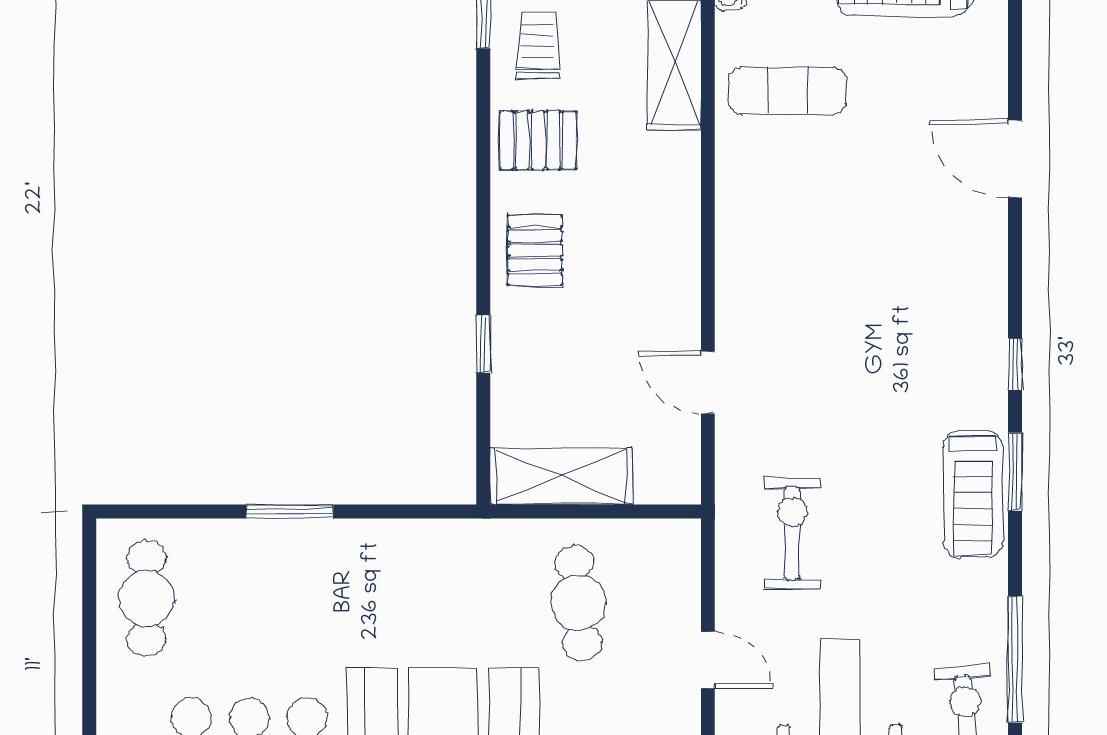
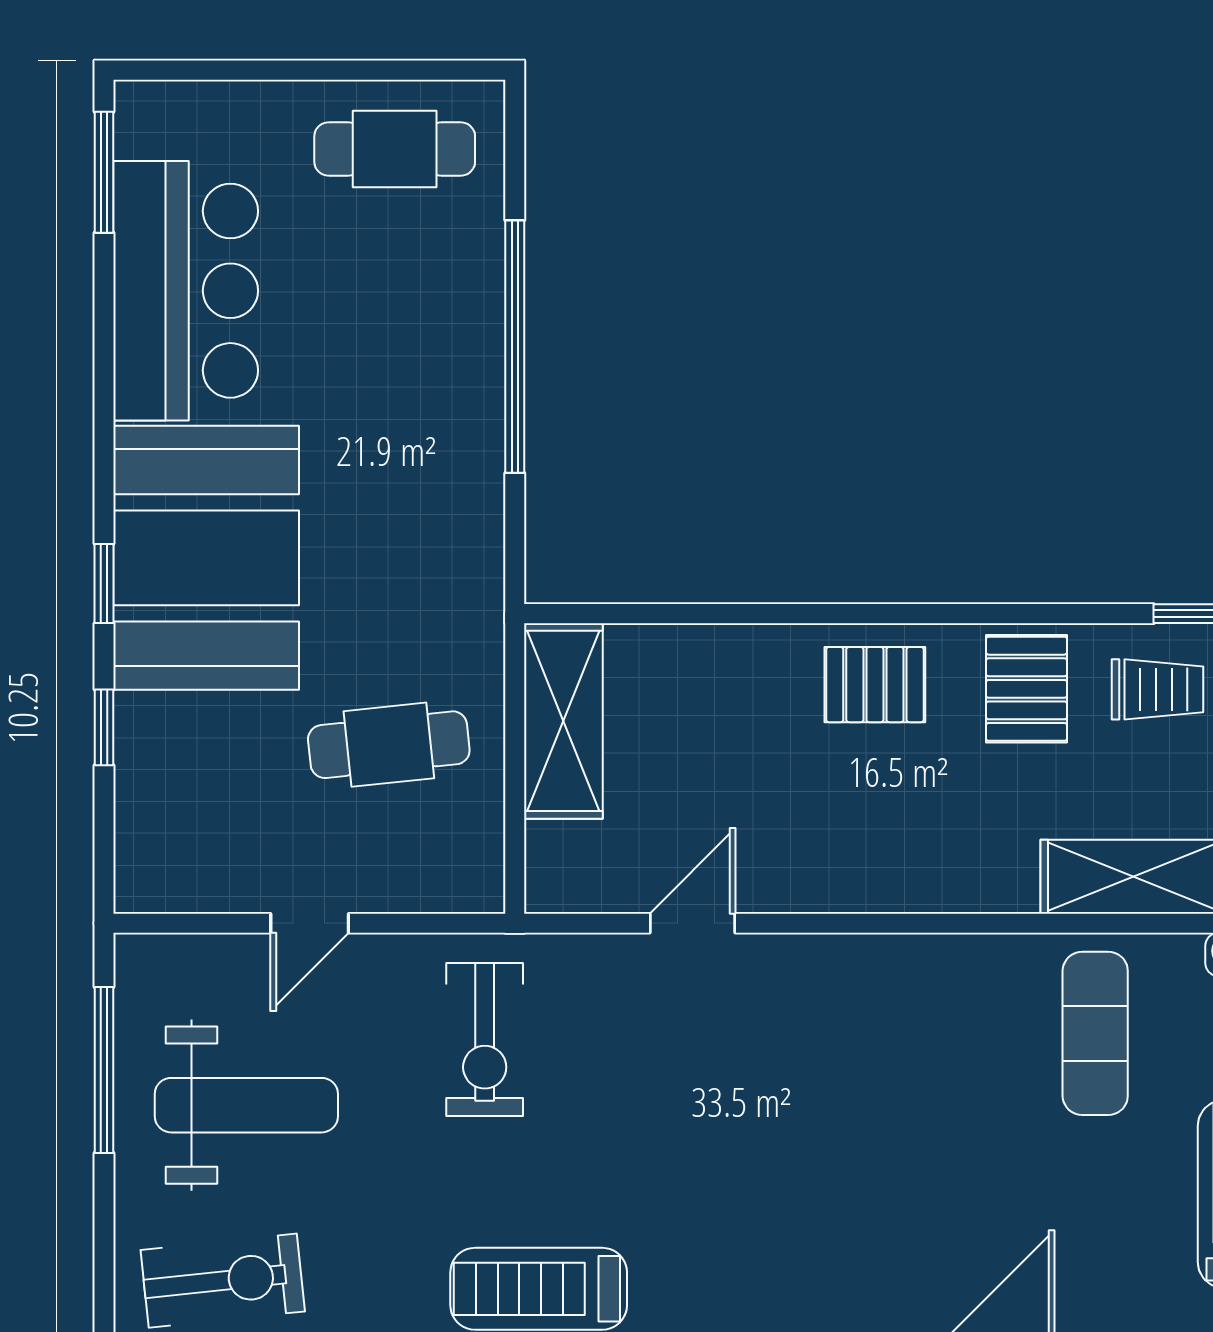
window: (483, 344) -> (746, 614), removed
window: (290, 511) -> (515, 347), width x2.11
exercise bike: (792, 533) -> (485, 1040), turned 90

